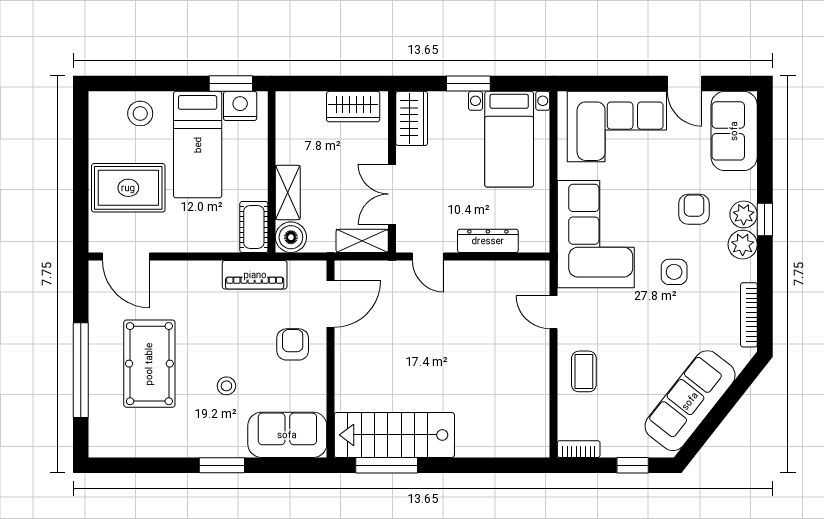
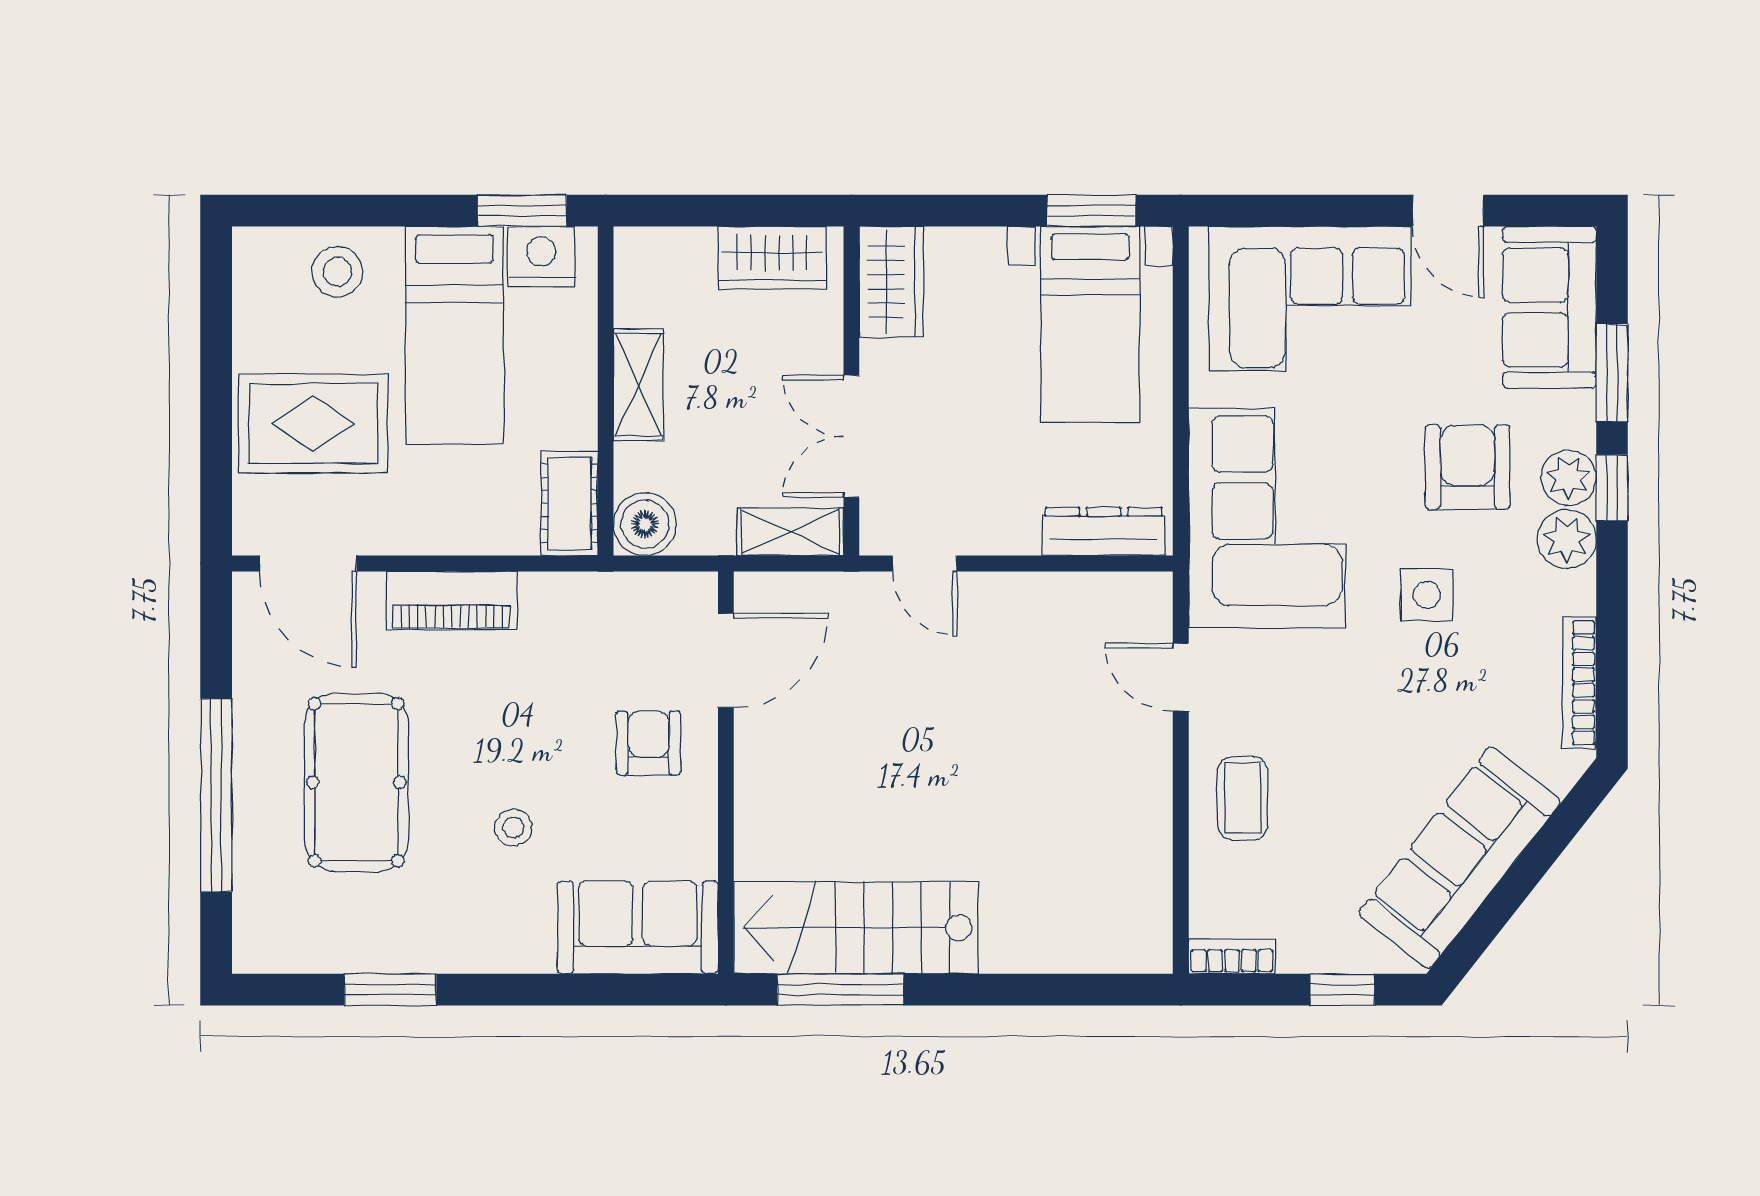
window: (468, 84) -> (1091, 211), moved
window: (765, 163) -> (1612, 373), added
shelving: (288, 192) -> (639, 385), moved
armchair: (694, 209) -> (1467, 467), width x1.38, depth x1.38
dresser: (488, 241) -> (1104, 532), moved
piano: (255, 275) -> (452, 601), moved
window: (222, 465) -> (390, 990), moved

